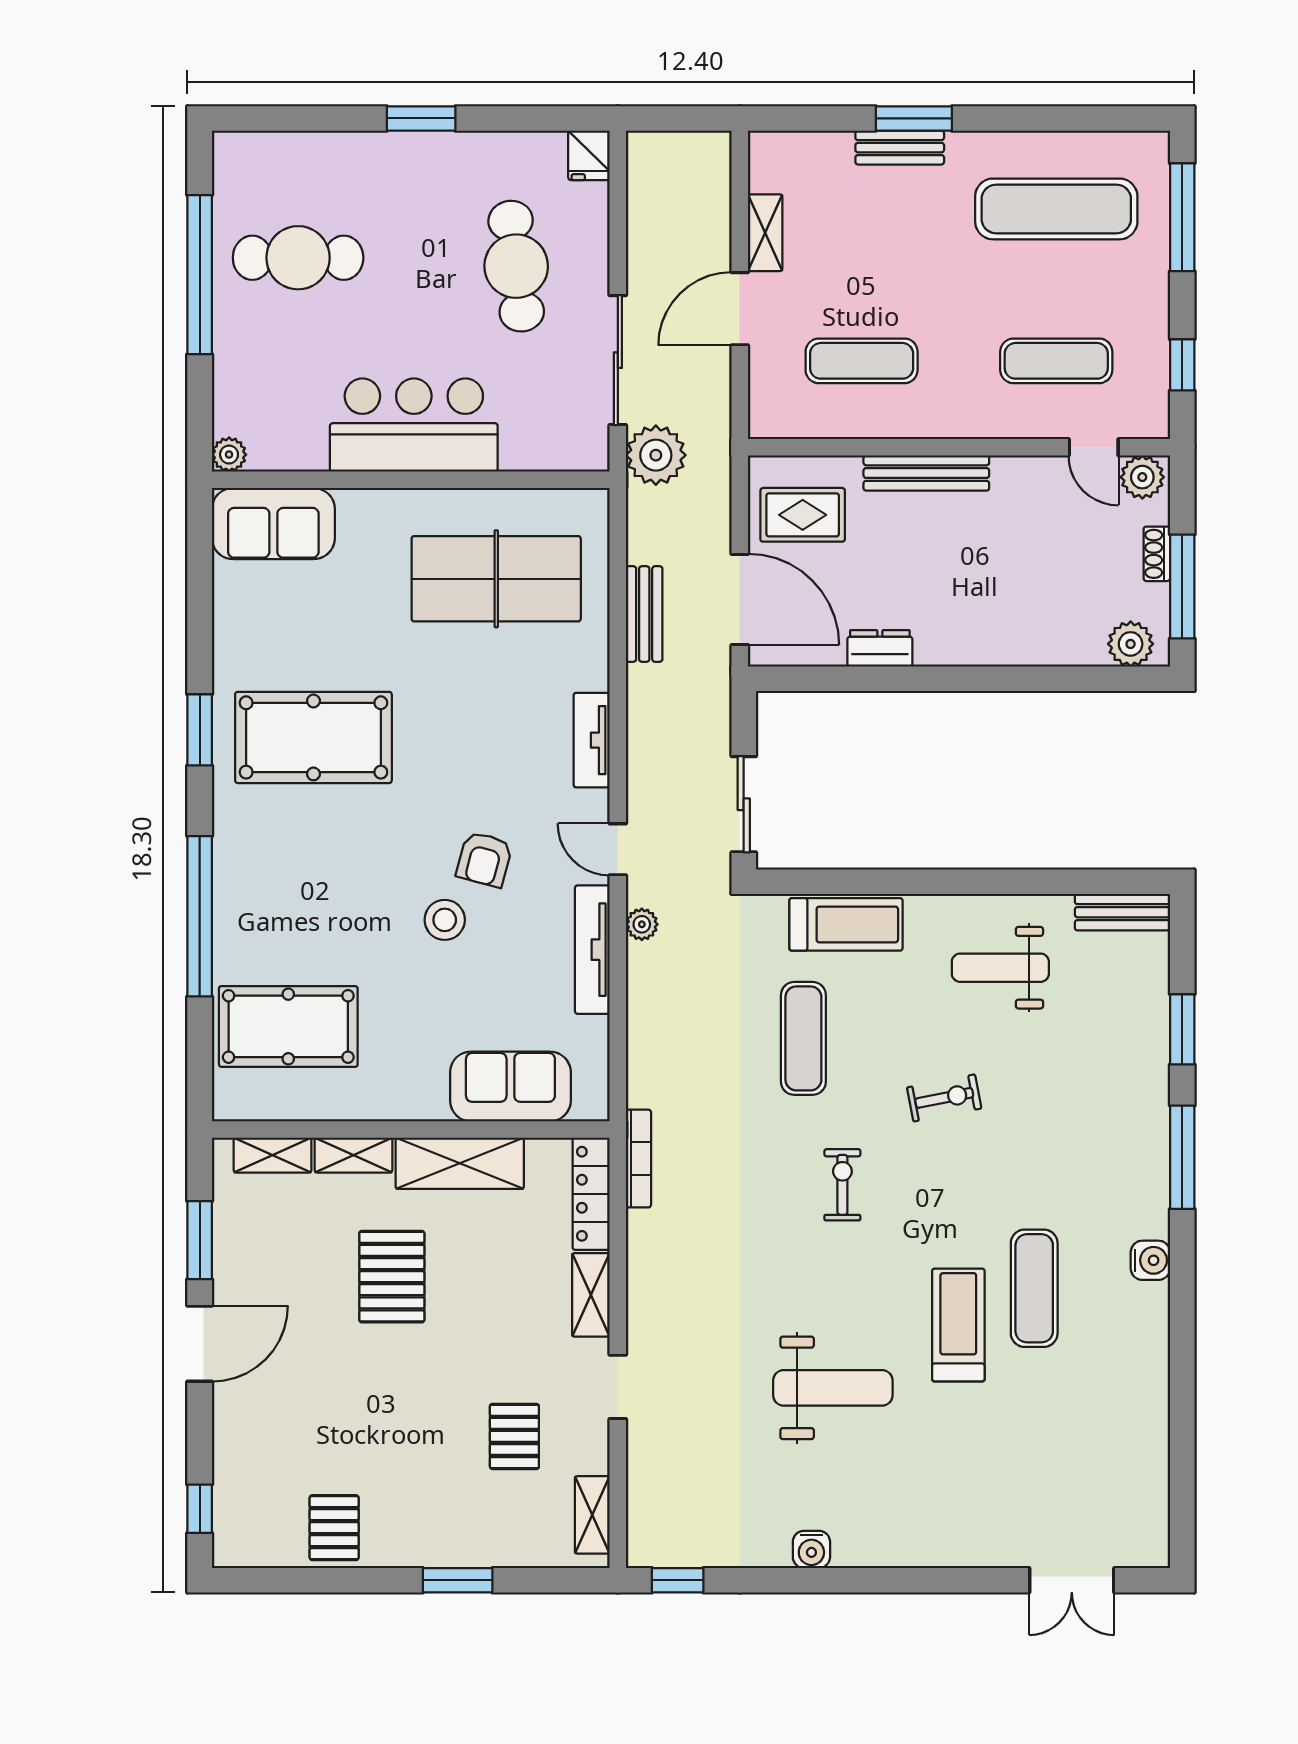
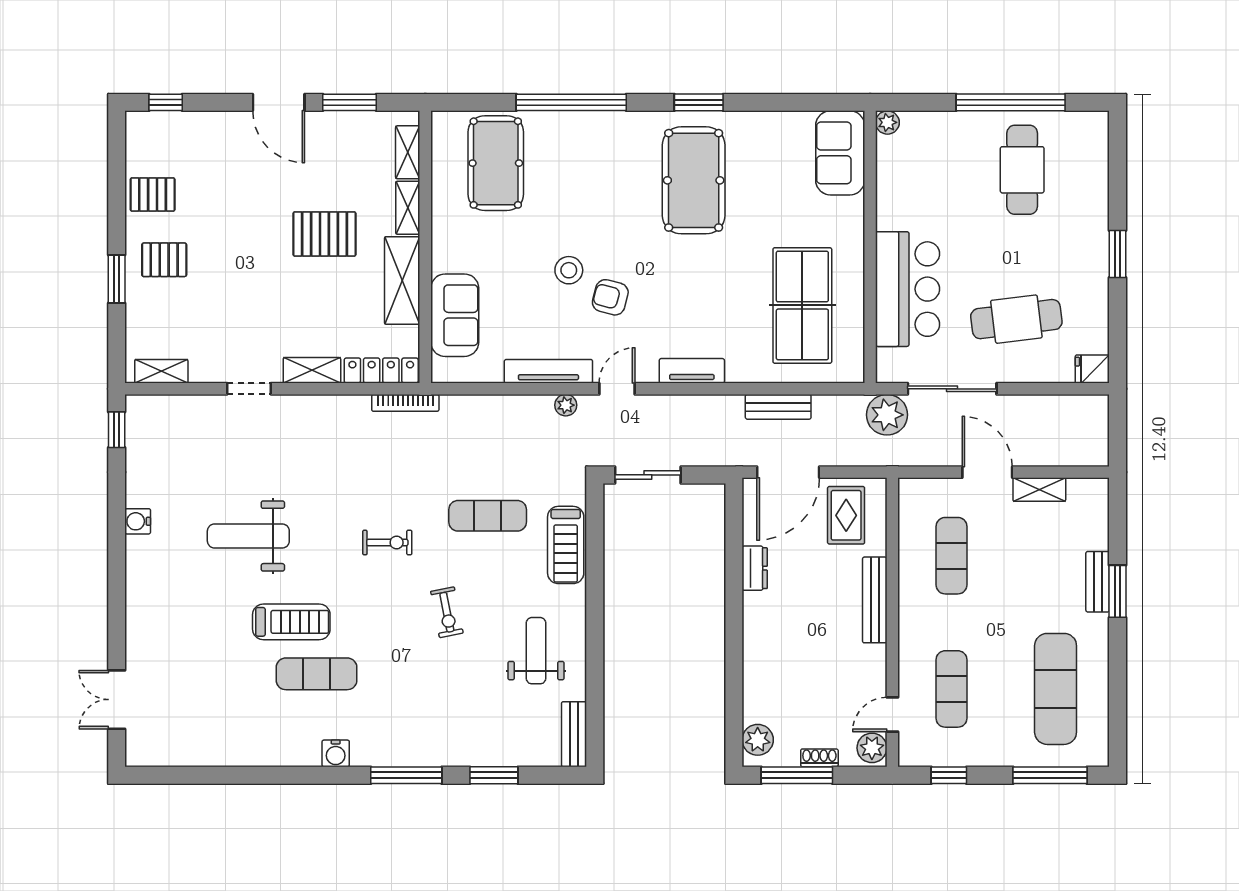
bar counter: (414, 425) -> (908, 289), moved
weight bench: (833, 1388) -> (248, 536), turned 90
pallet: (514, 1436) -> (164, 260), moved

